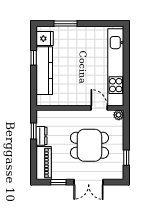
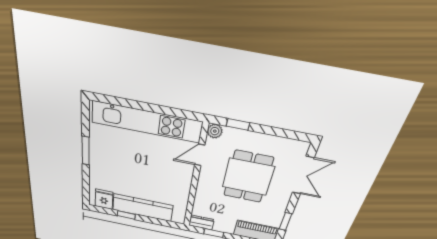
window: (65, 24) -> (86, 151), moved
dresser: (42, 136) -> (201, 222), moved
window: (126, 158) -> (238, 124), moved
double door: (89, 182) -> (303, 175), moved

